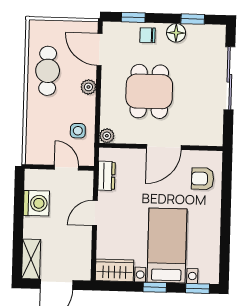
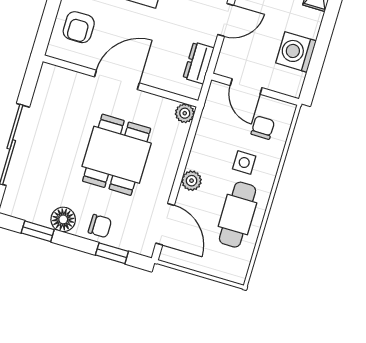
side table: (78, 131) -> (244, 163), moved
chair: (46, 141) -> (263, 128), added
armchair: (203, 179) -> (79, 27), turned 90

